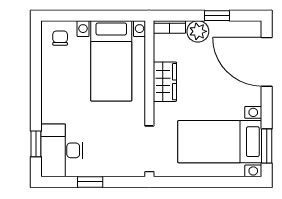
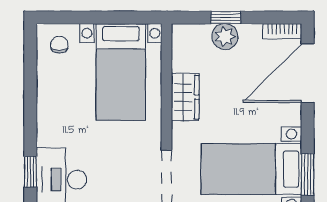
window: (217, 16) -> (226, 18), moved
bookcase: (169, 27) -> (282, 31), moved
door: (267, 62) -> (308, 73), hinge flipped

